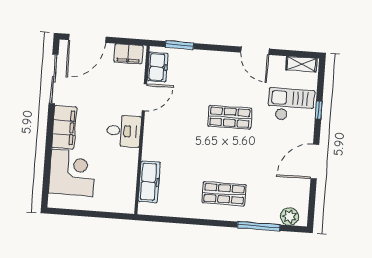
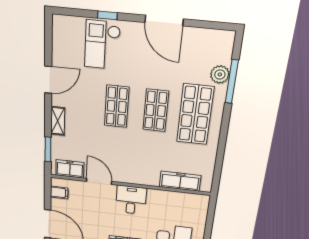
filing cabinet: (128, 54) -> (59, 192), width x0.50
shelving: (301, 64) -> (58, 121), moved
shop shelf: (227, 155) -> (156, 110), added
shop shelf: (224, 194) -> (195, 115), width x1.43, depth x1.36
plant: (290, 216) -> (220, 74), moved

